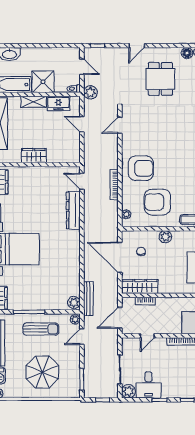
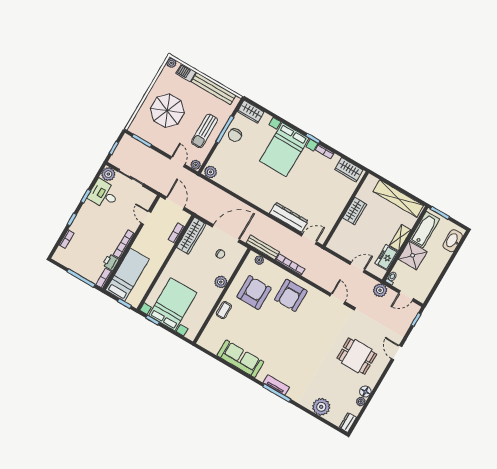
bench: (88, 299) -> (263, 247), moved
chair: (29, 300) -> (235, 135), added

